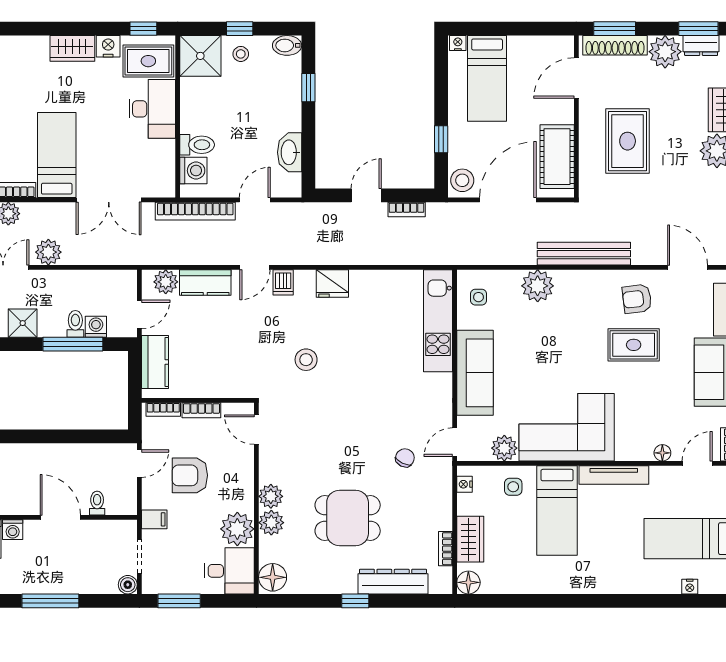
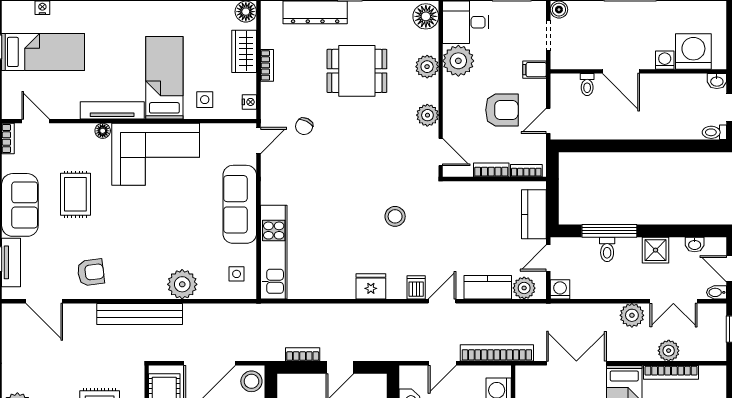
washing machine: (96, 327) -> (560, 289), moved, turned 180
rug: (634, 345) -> (75, 194), moved, turned 90
plant: (504, 448) -> (213, 135), removed
floor lamp: (662, 453) -> (103, 131), moved
door: (697, 463) -> (36, 121), swing flipped
plant: (271, 496) -> (427, 115), moved
bookcase: (445, 549) -> (267, 65), moved

